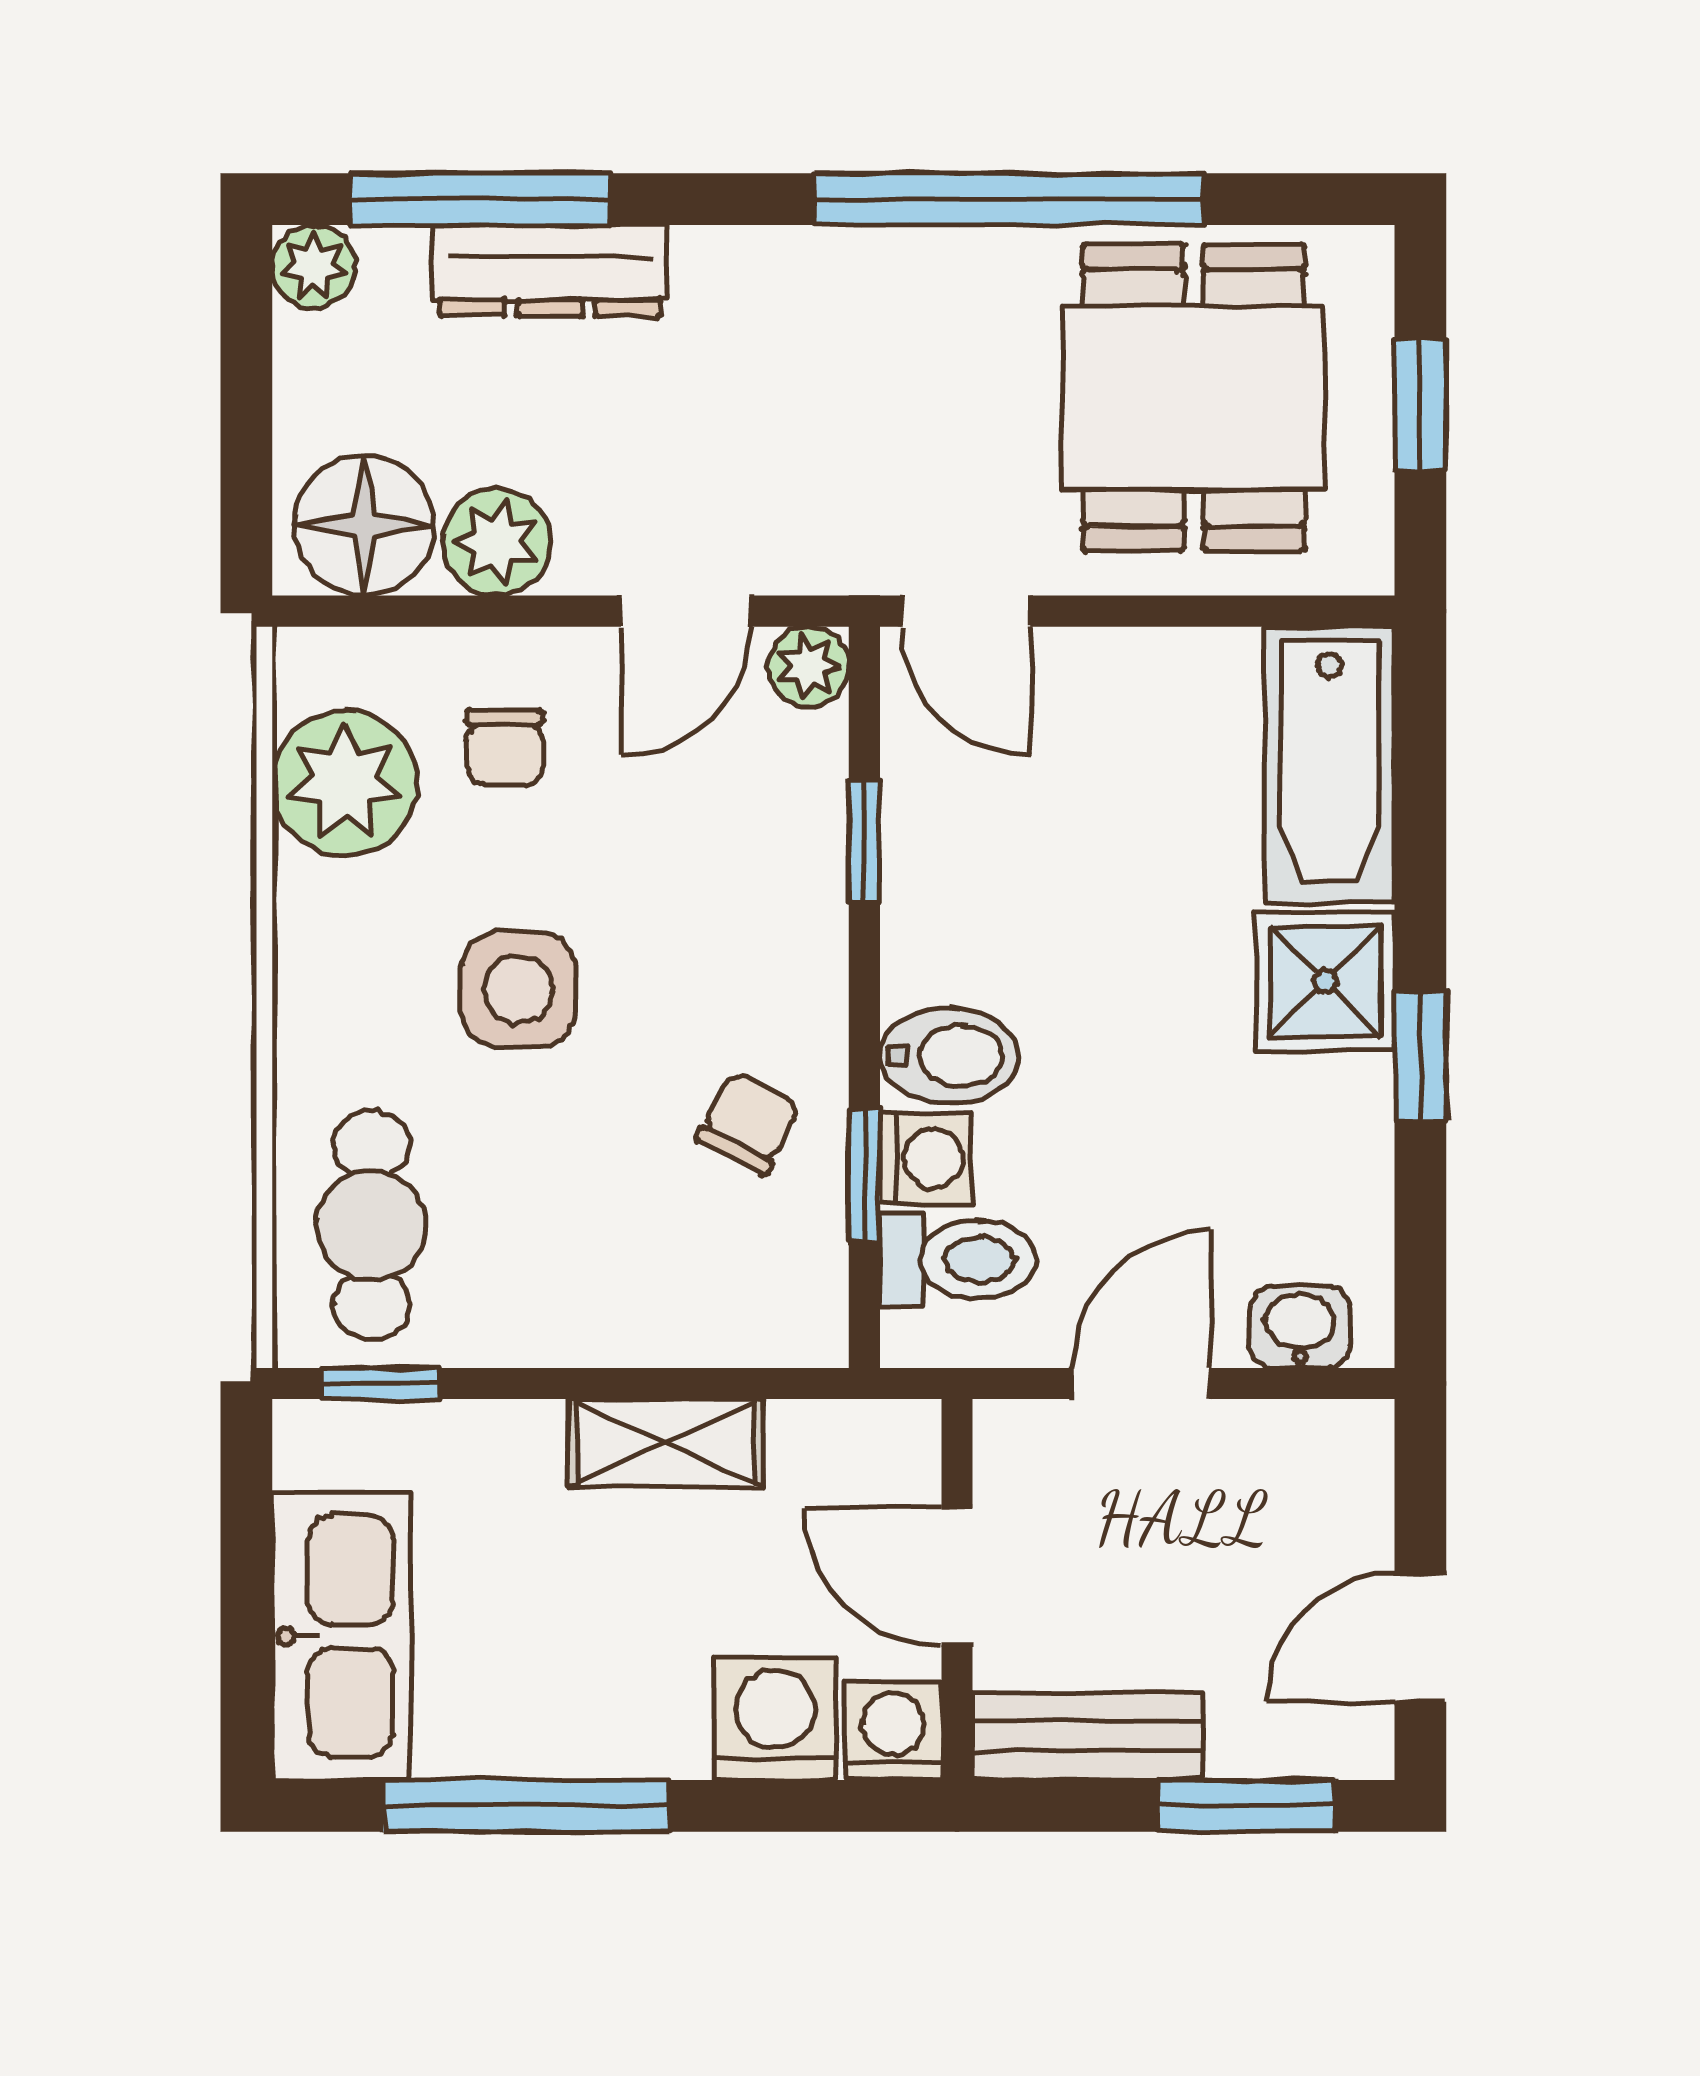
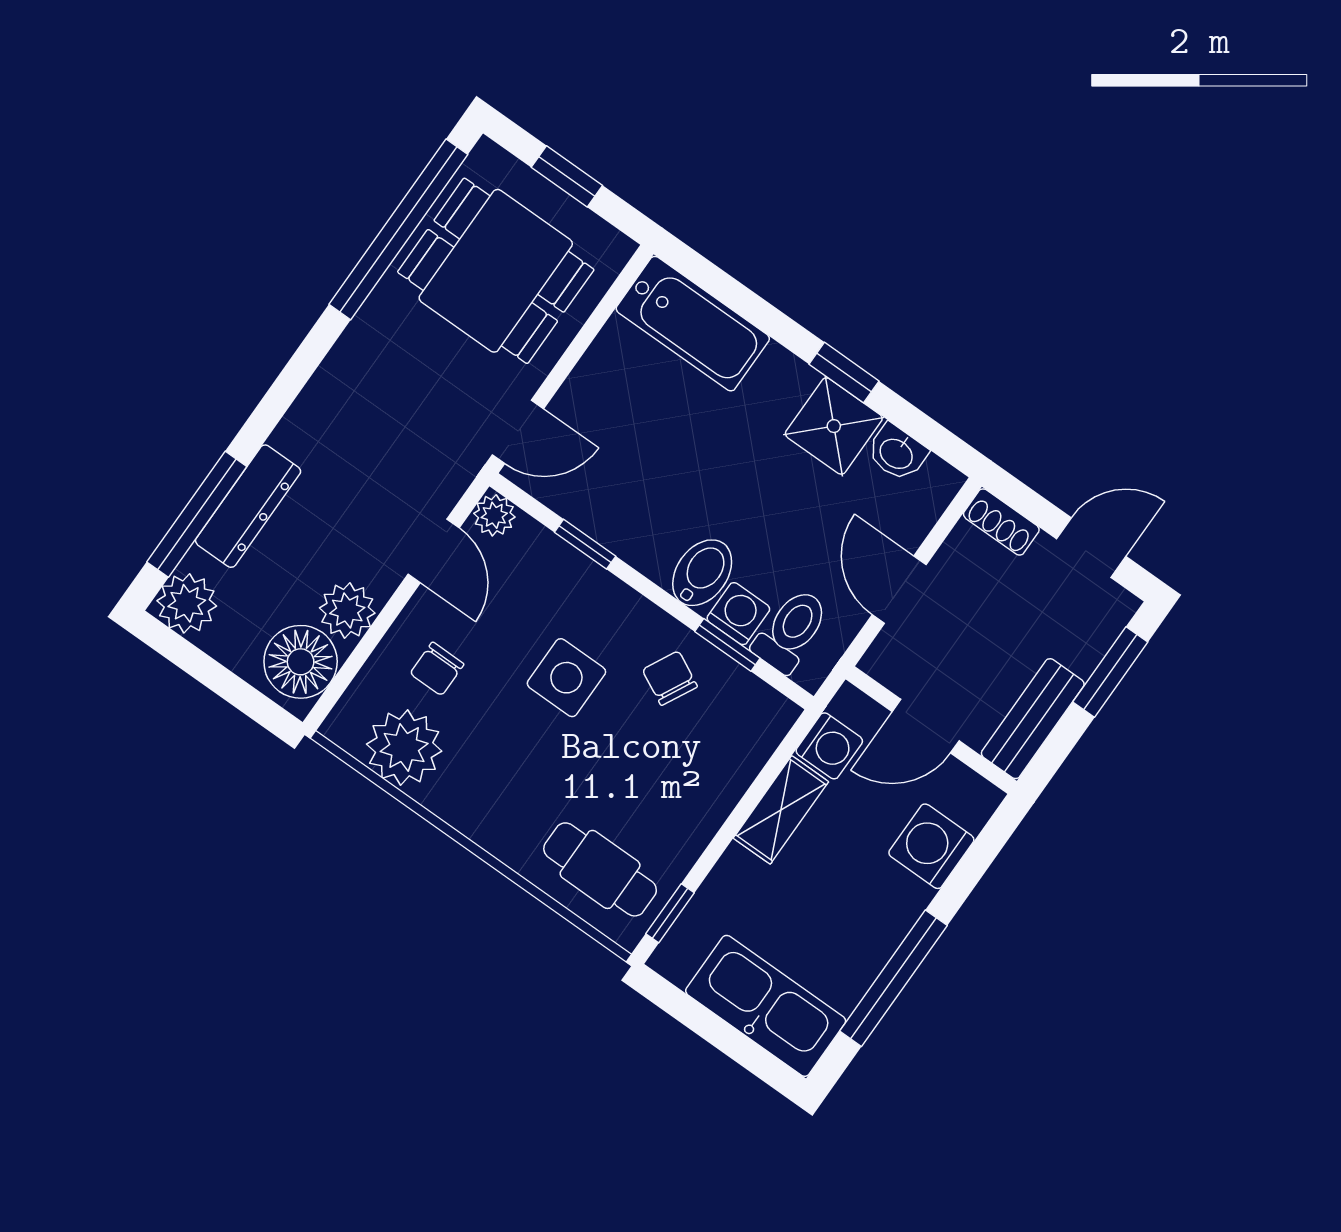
window: (1008, 199) -> (398, 229), moved
plant: (314, 267) -> (187, 603), width x1.38, depth x1.38
chair: (505, 747) -> (437, 669), turned 90
shower: (1325, 981) -> (834, 426), moved
side table: (518, 989) -> (566, 678), moved
washbasin: (1300, 1327) -> (897, 453), moved, turned -90
shoe rack: (1361, 1469) -> (1001, 522), added
door: (1420, 1638) -> (1091, 548), swing flipped
washing machine: (893, 1732) -> (829, 746), moved, turned 180

